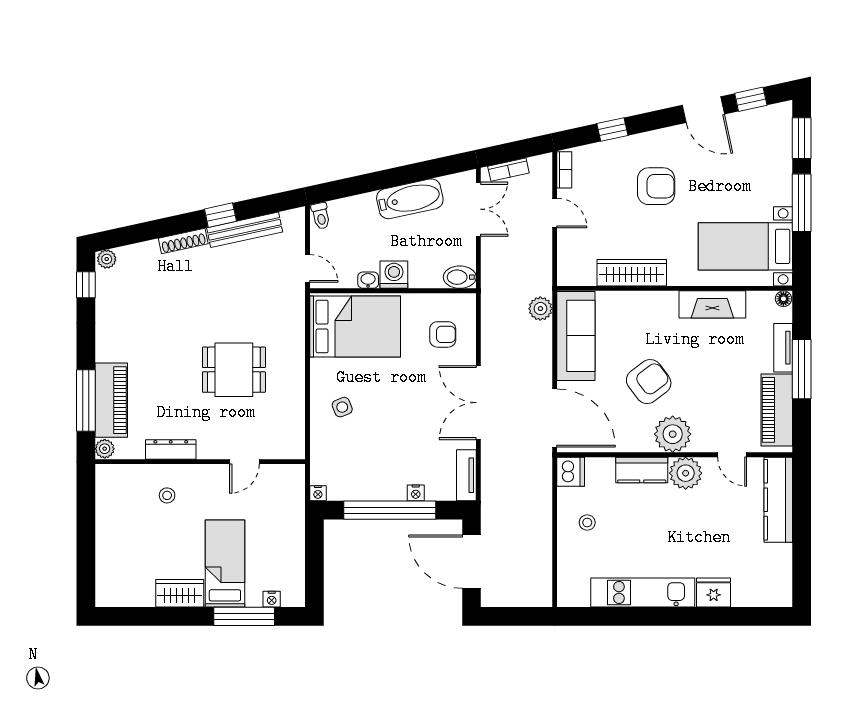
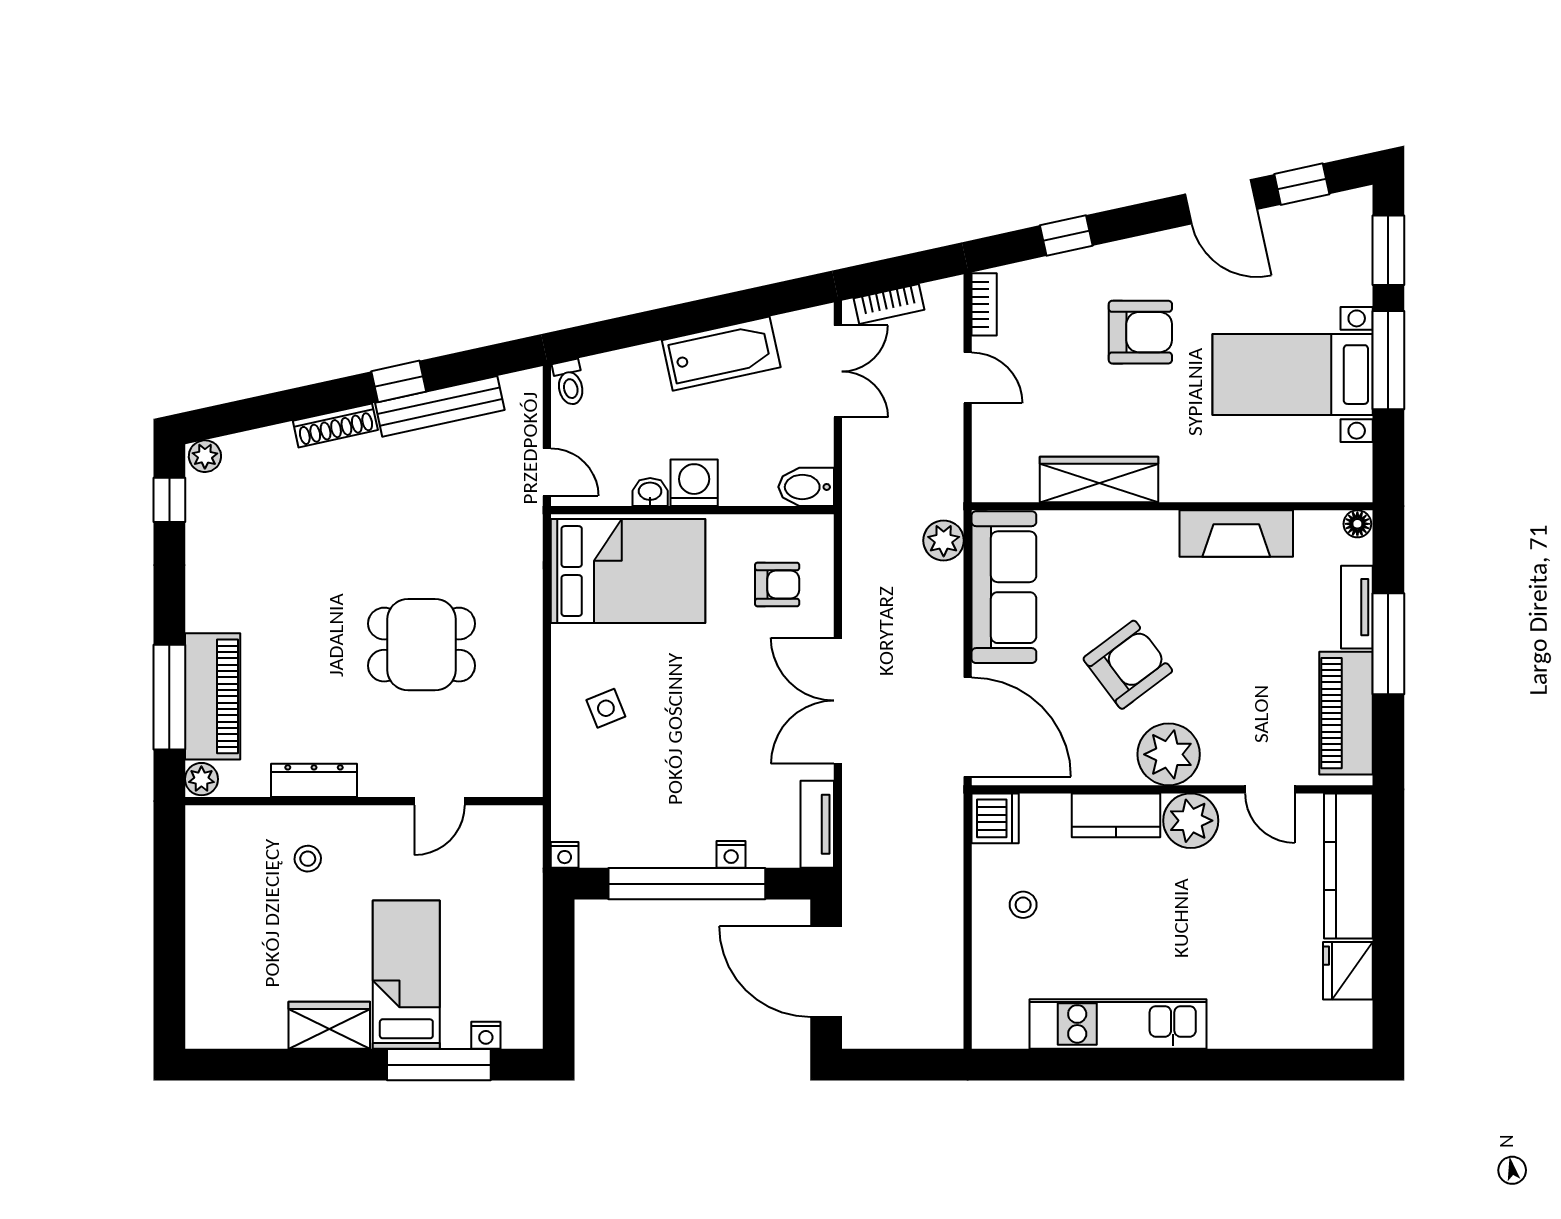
bed with nightstands: (745, 246) -> (1293, 375), moved
fridge: (714, 593) -> (1348, 971), moved, turned -90

